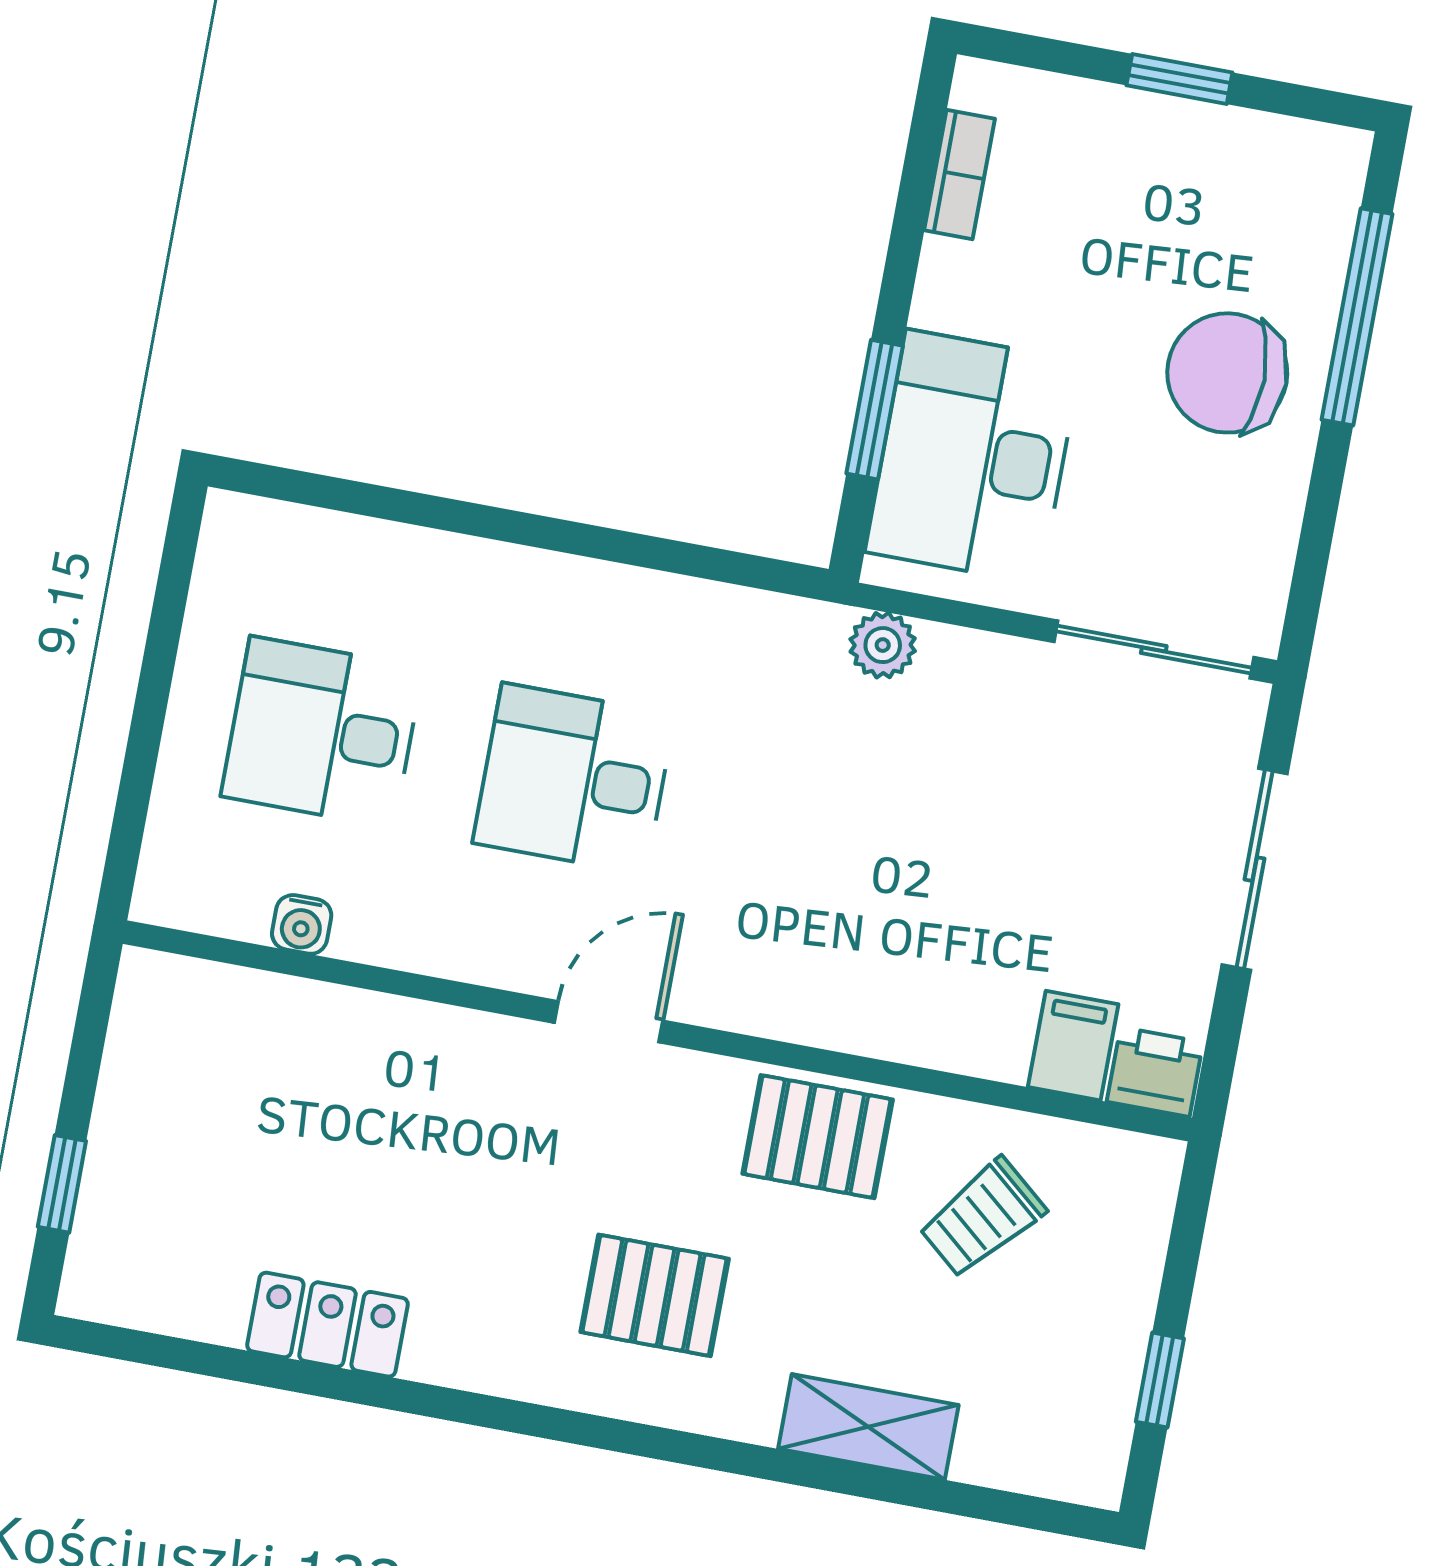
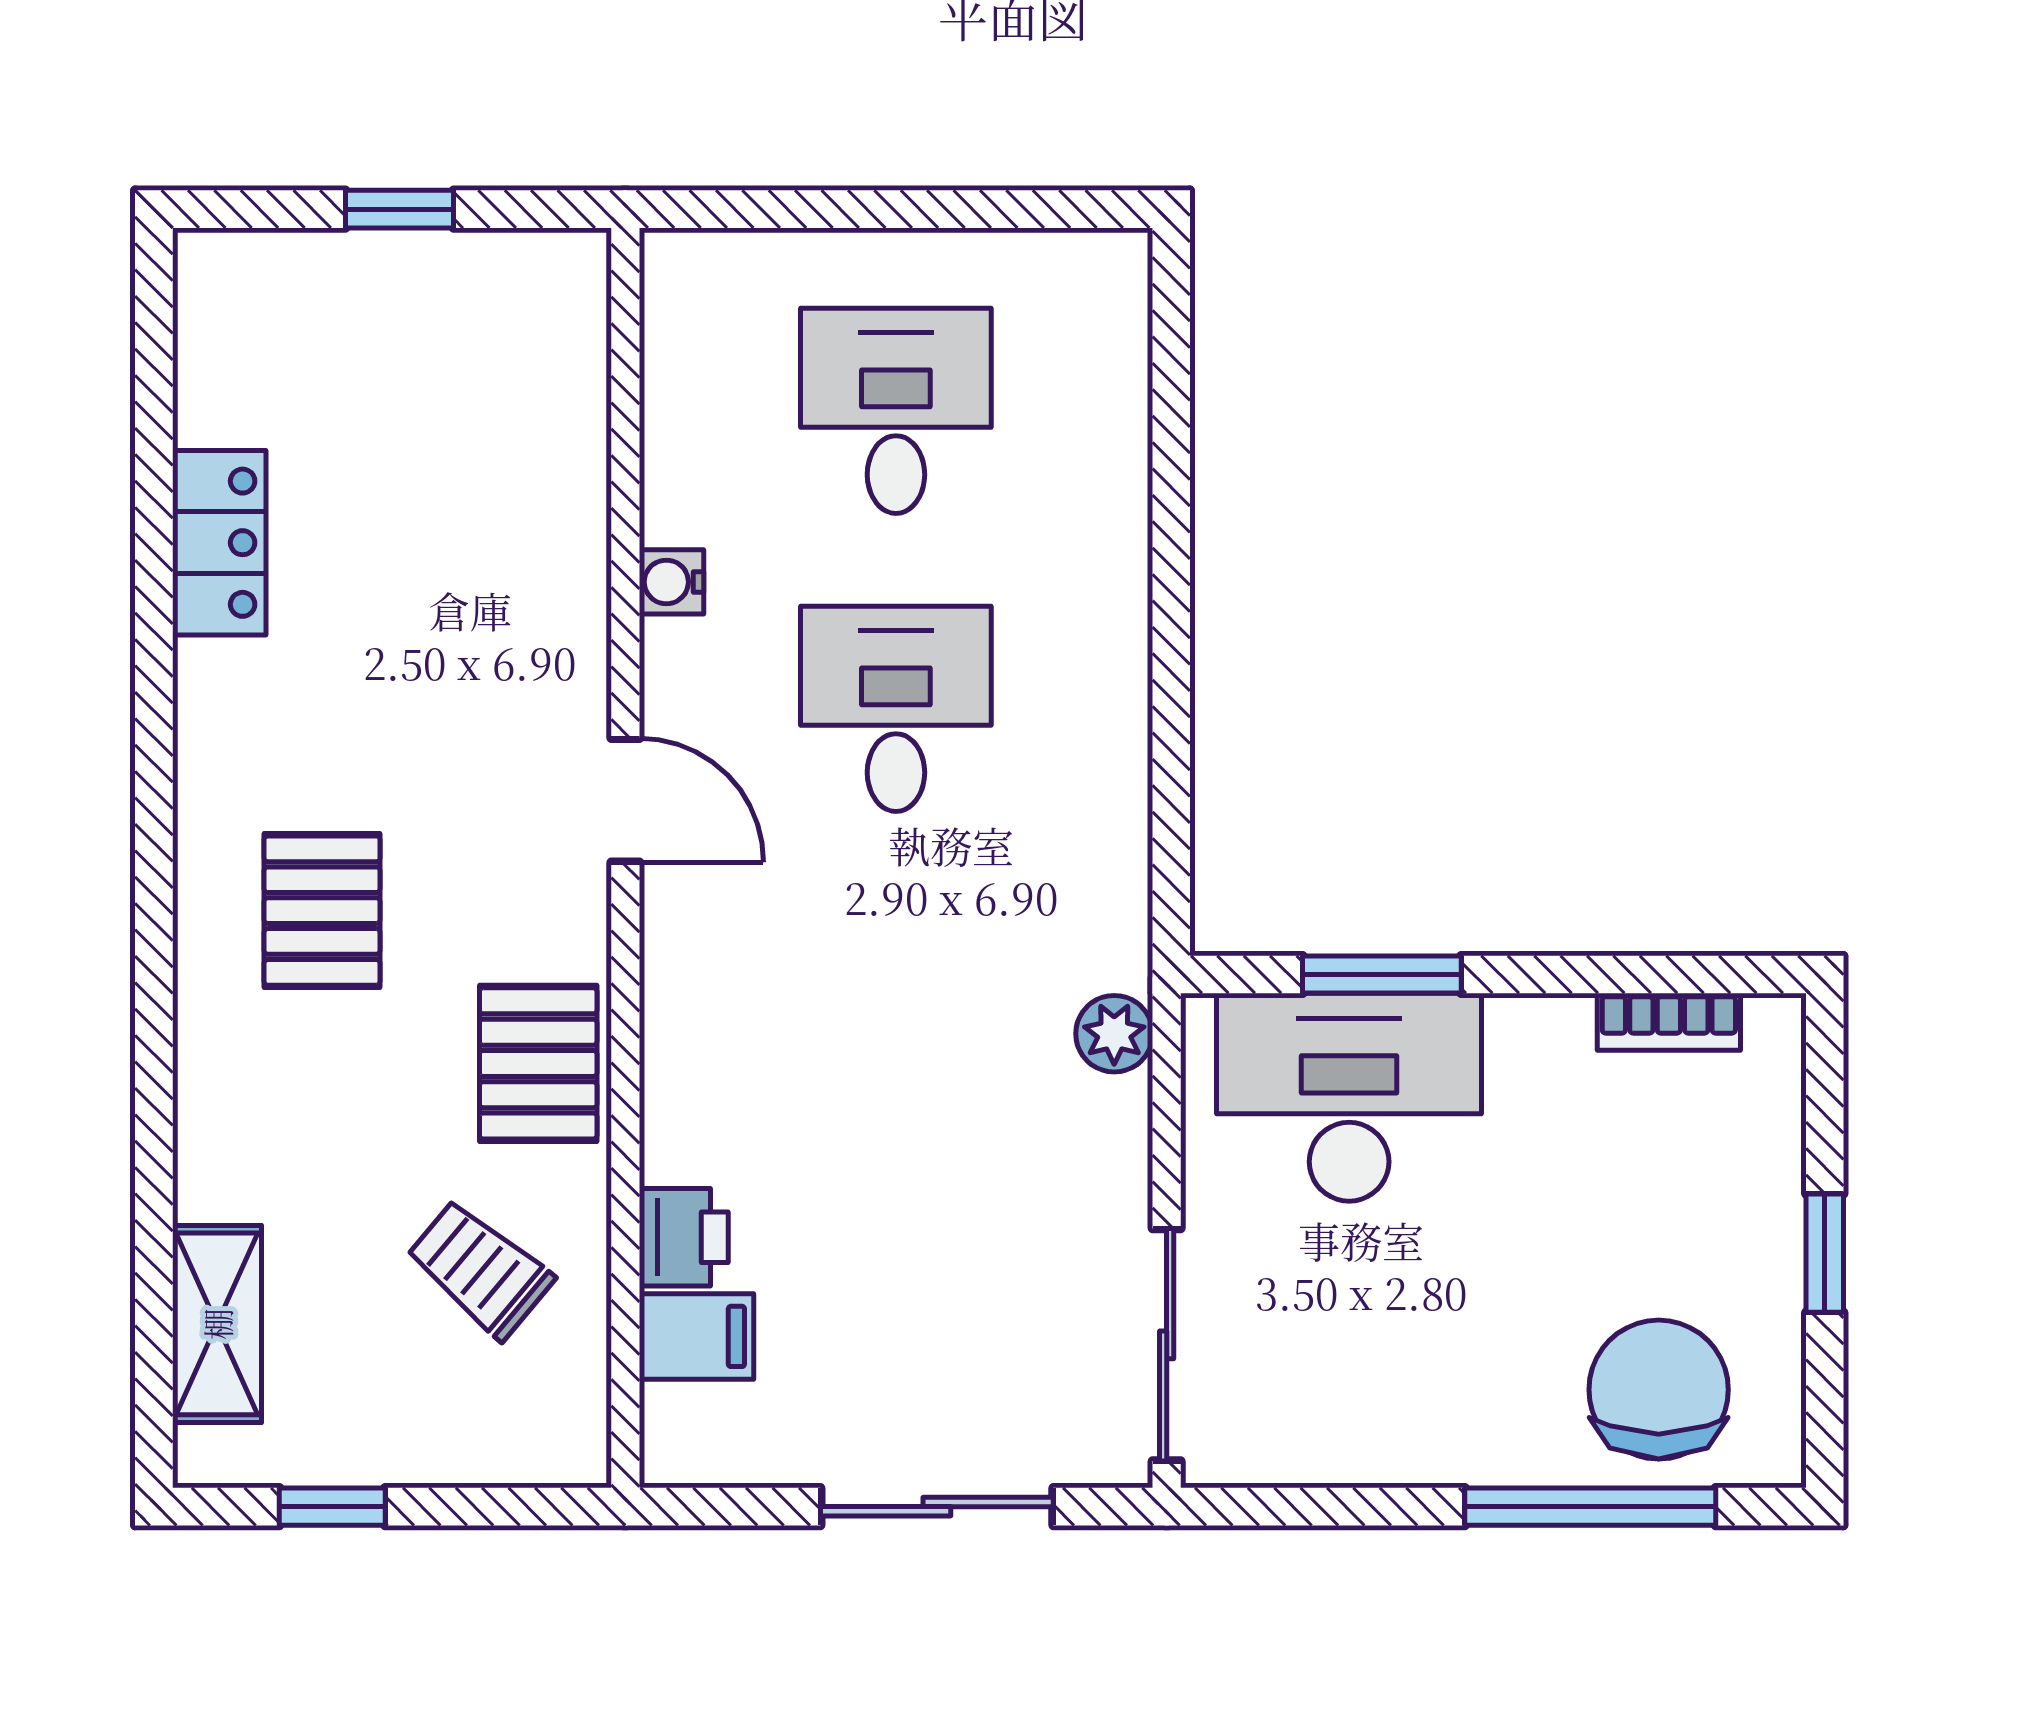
chair: (1227, 373) -> (1659, 1390), moved
water cooler: (302, 924) -> (671, 582), moved
printer: (1155, 1072) -> (684, 1237), moved
window: (62, 1184) -> (399, 209), moved
shelving: (868, 1427) -> (217, 1324), moved

